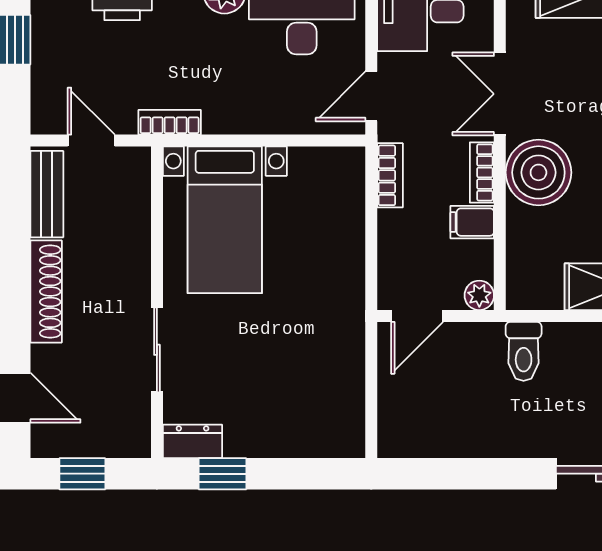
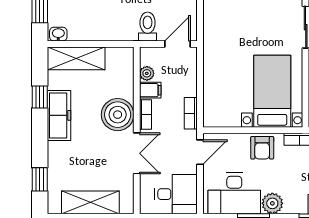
armchair: (245, 105) -> (262, 148), added
plant: (479, 295) -> (147, 73), moved
toilet: (524, 351) -> (148, 26), moved

